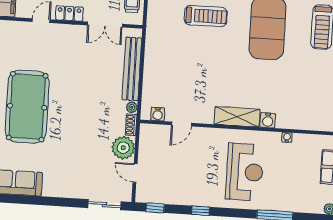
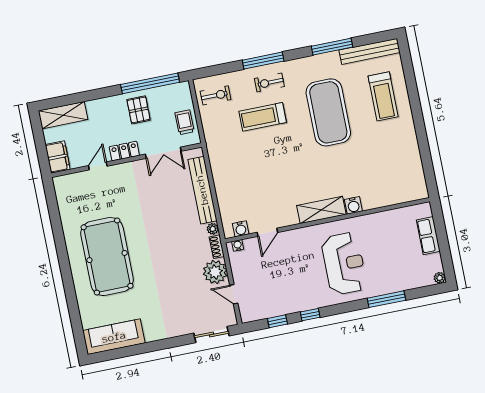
treadmill: (206, 16) -> (263, 117), turned 180
water cooler: (287, 137) -> (238, 245), moved
window: (155, 208) -> (277, 321), moved

